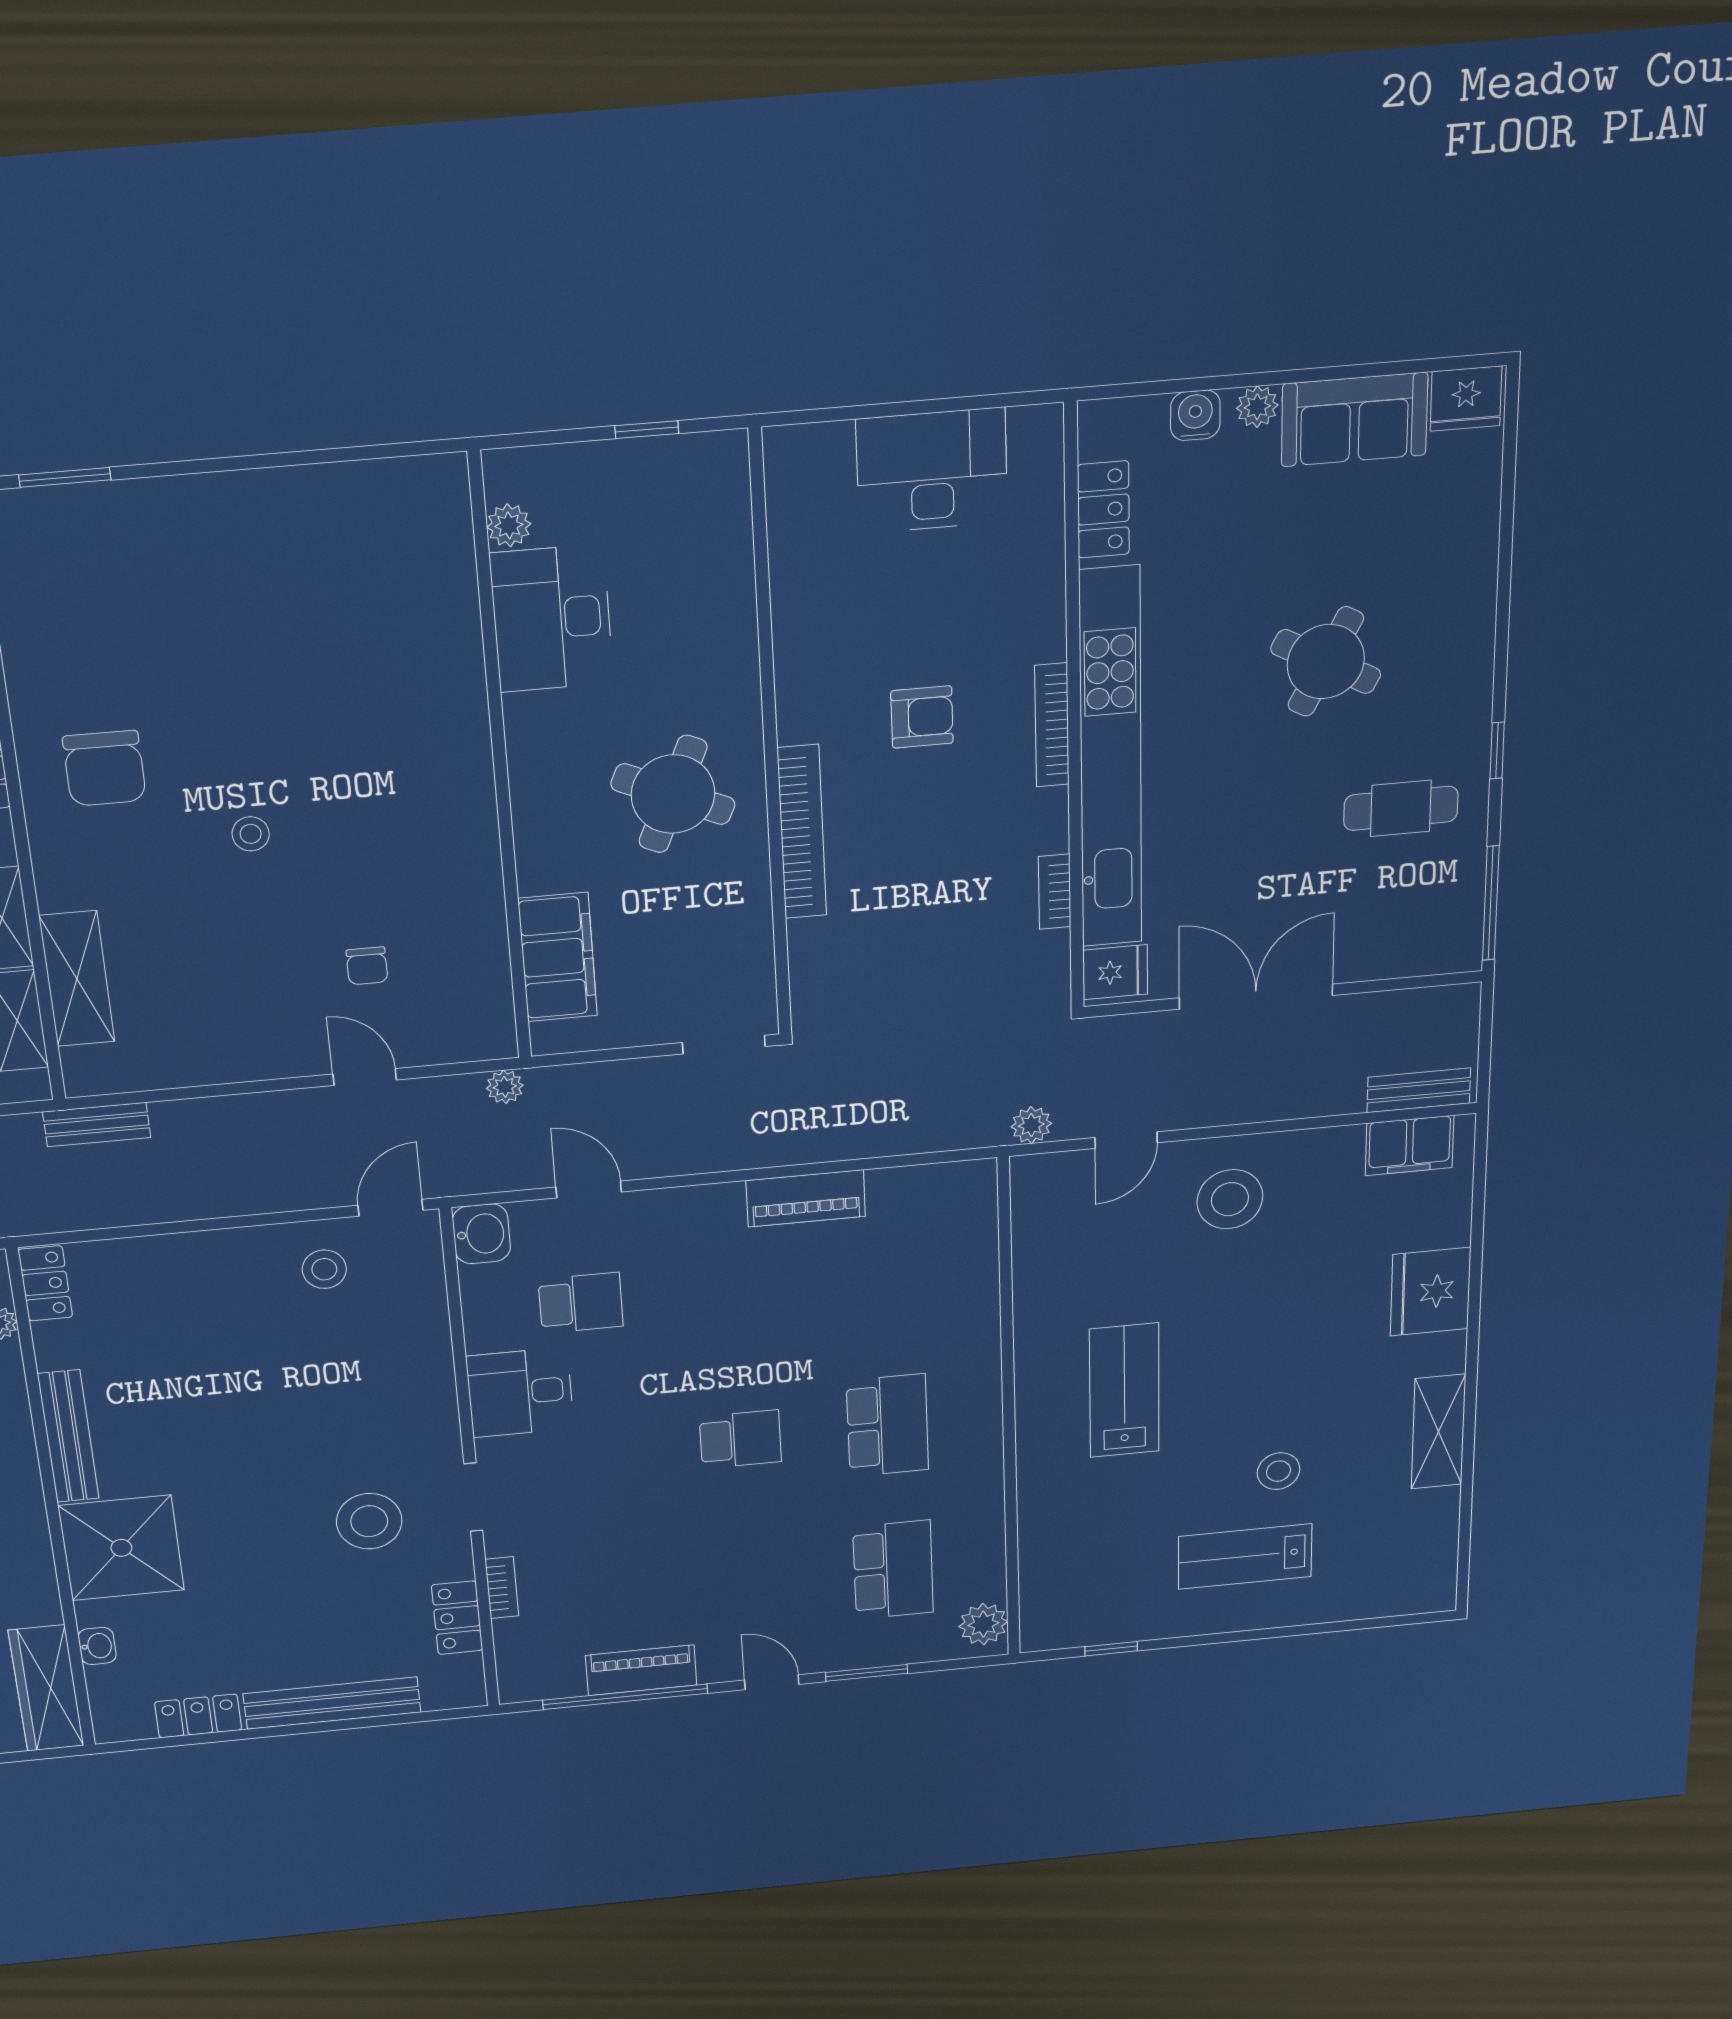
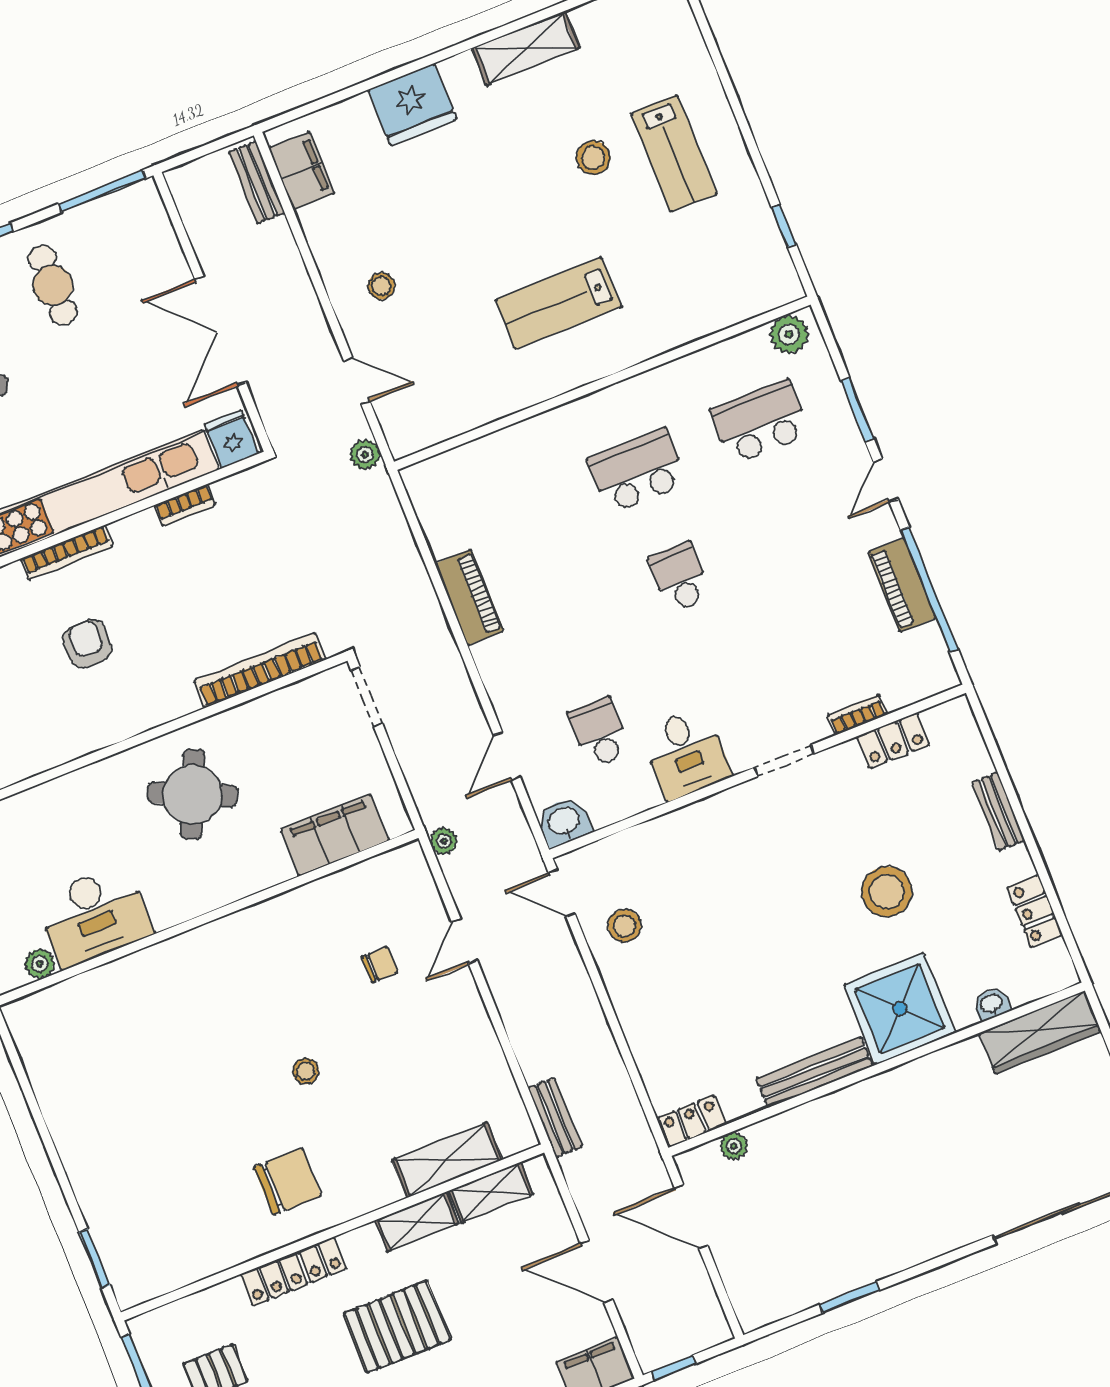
bookcase: (802, 832) -> (260, 670), moved
stool: (1230, 1199) -> (381, 286), width x0.53, depth x0.53
stool: (369, 1521) -> (887, 892), moved
bench: (332, 1703) -> (998, 812), width x0.54, depth x0.82

